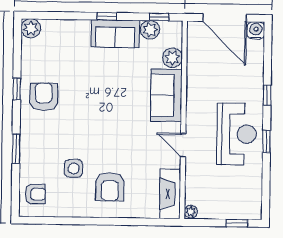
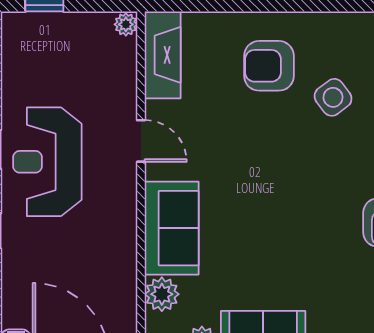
side table: (74, 168) -> (333, 97), turned -37
armchair: (110, 187) -> (269, 66), turned -90

